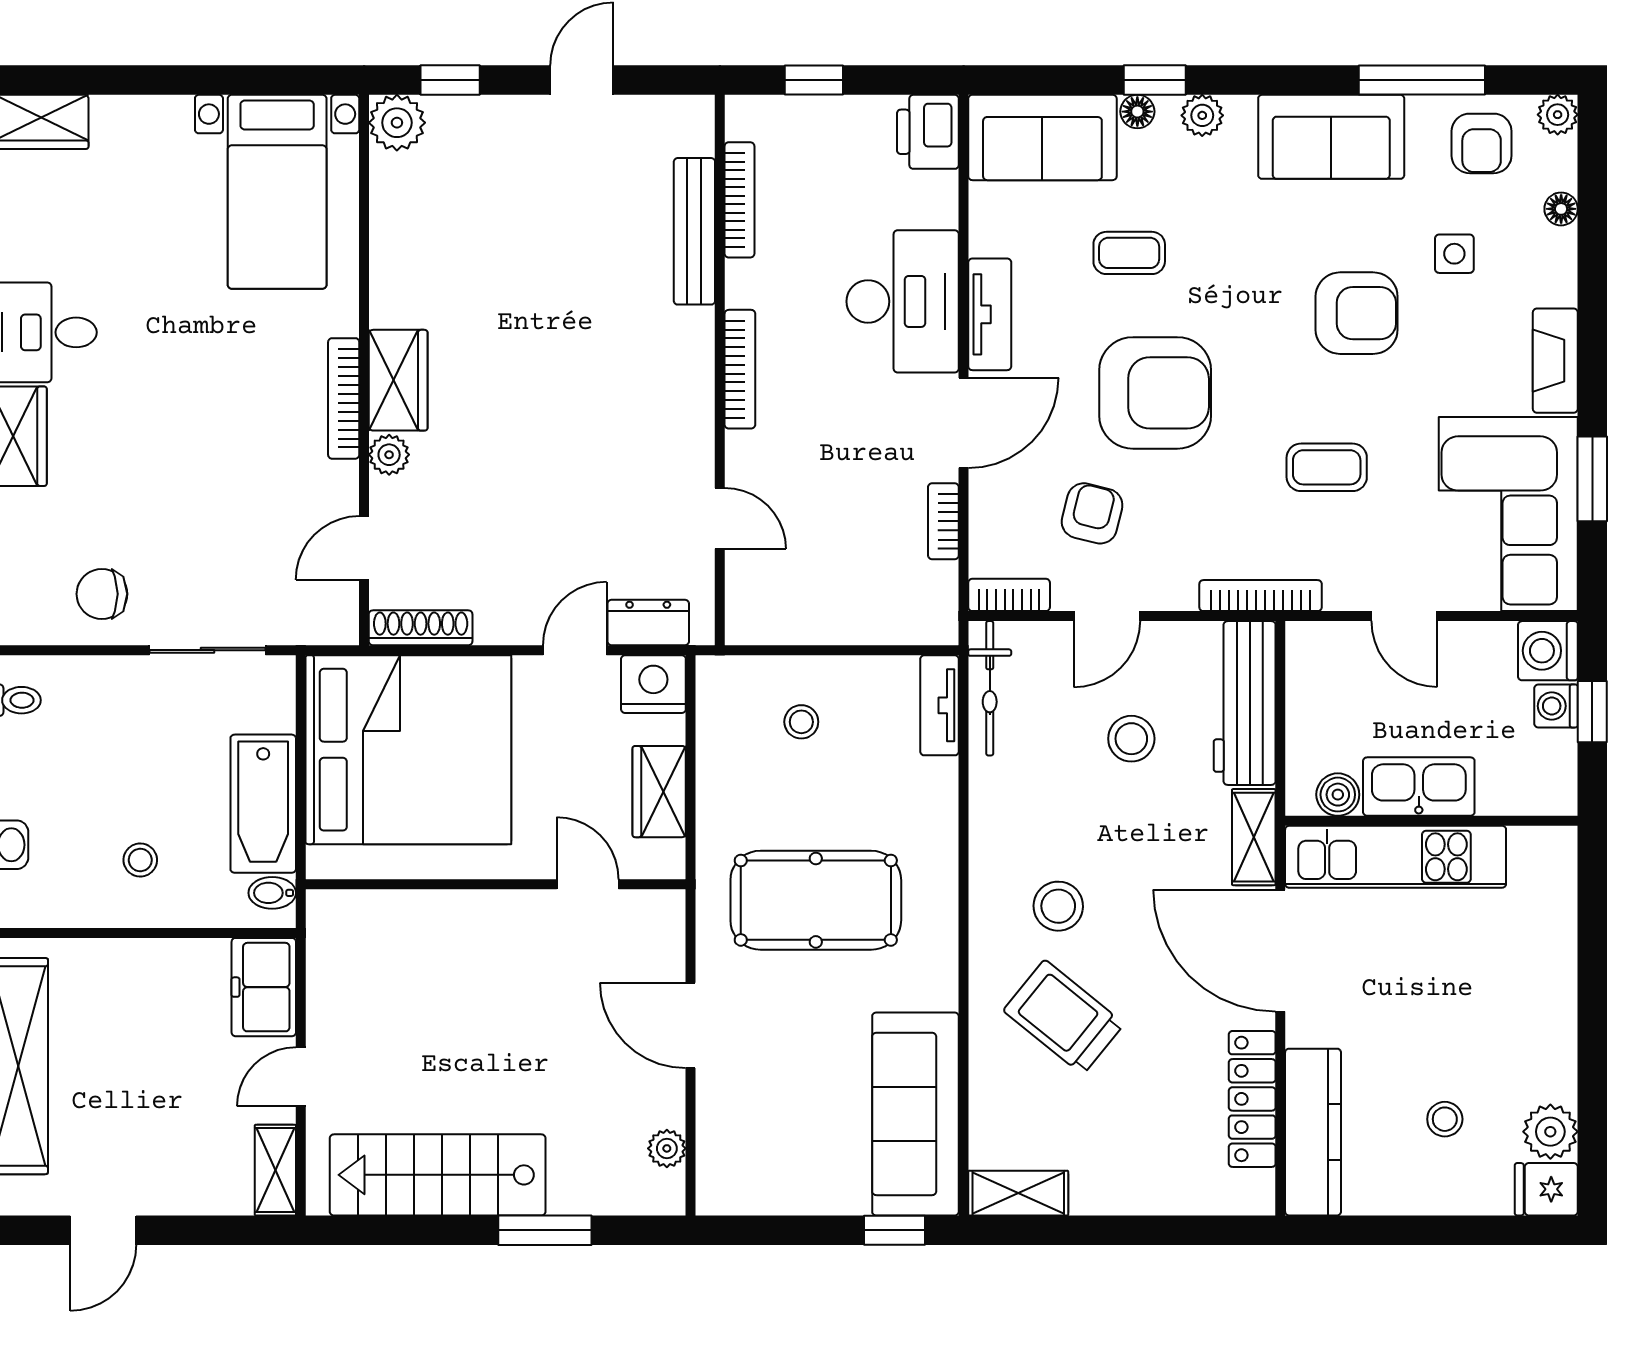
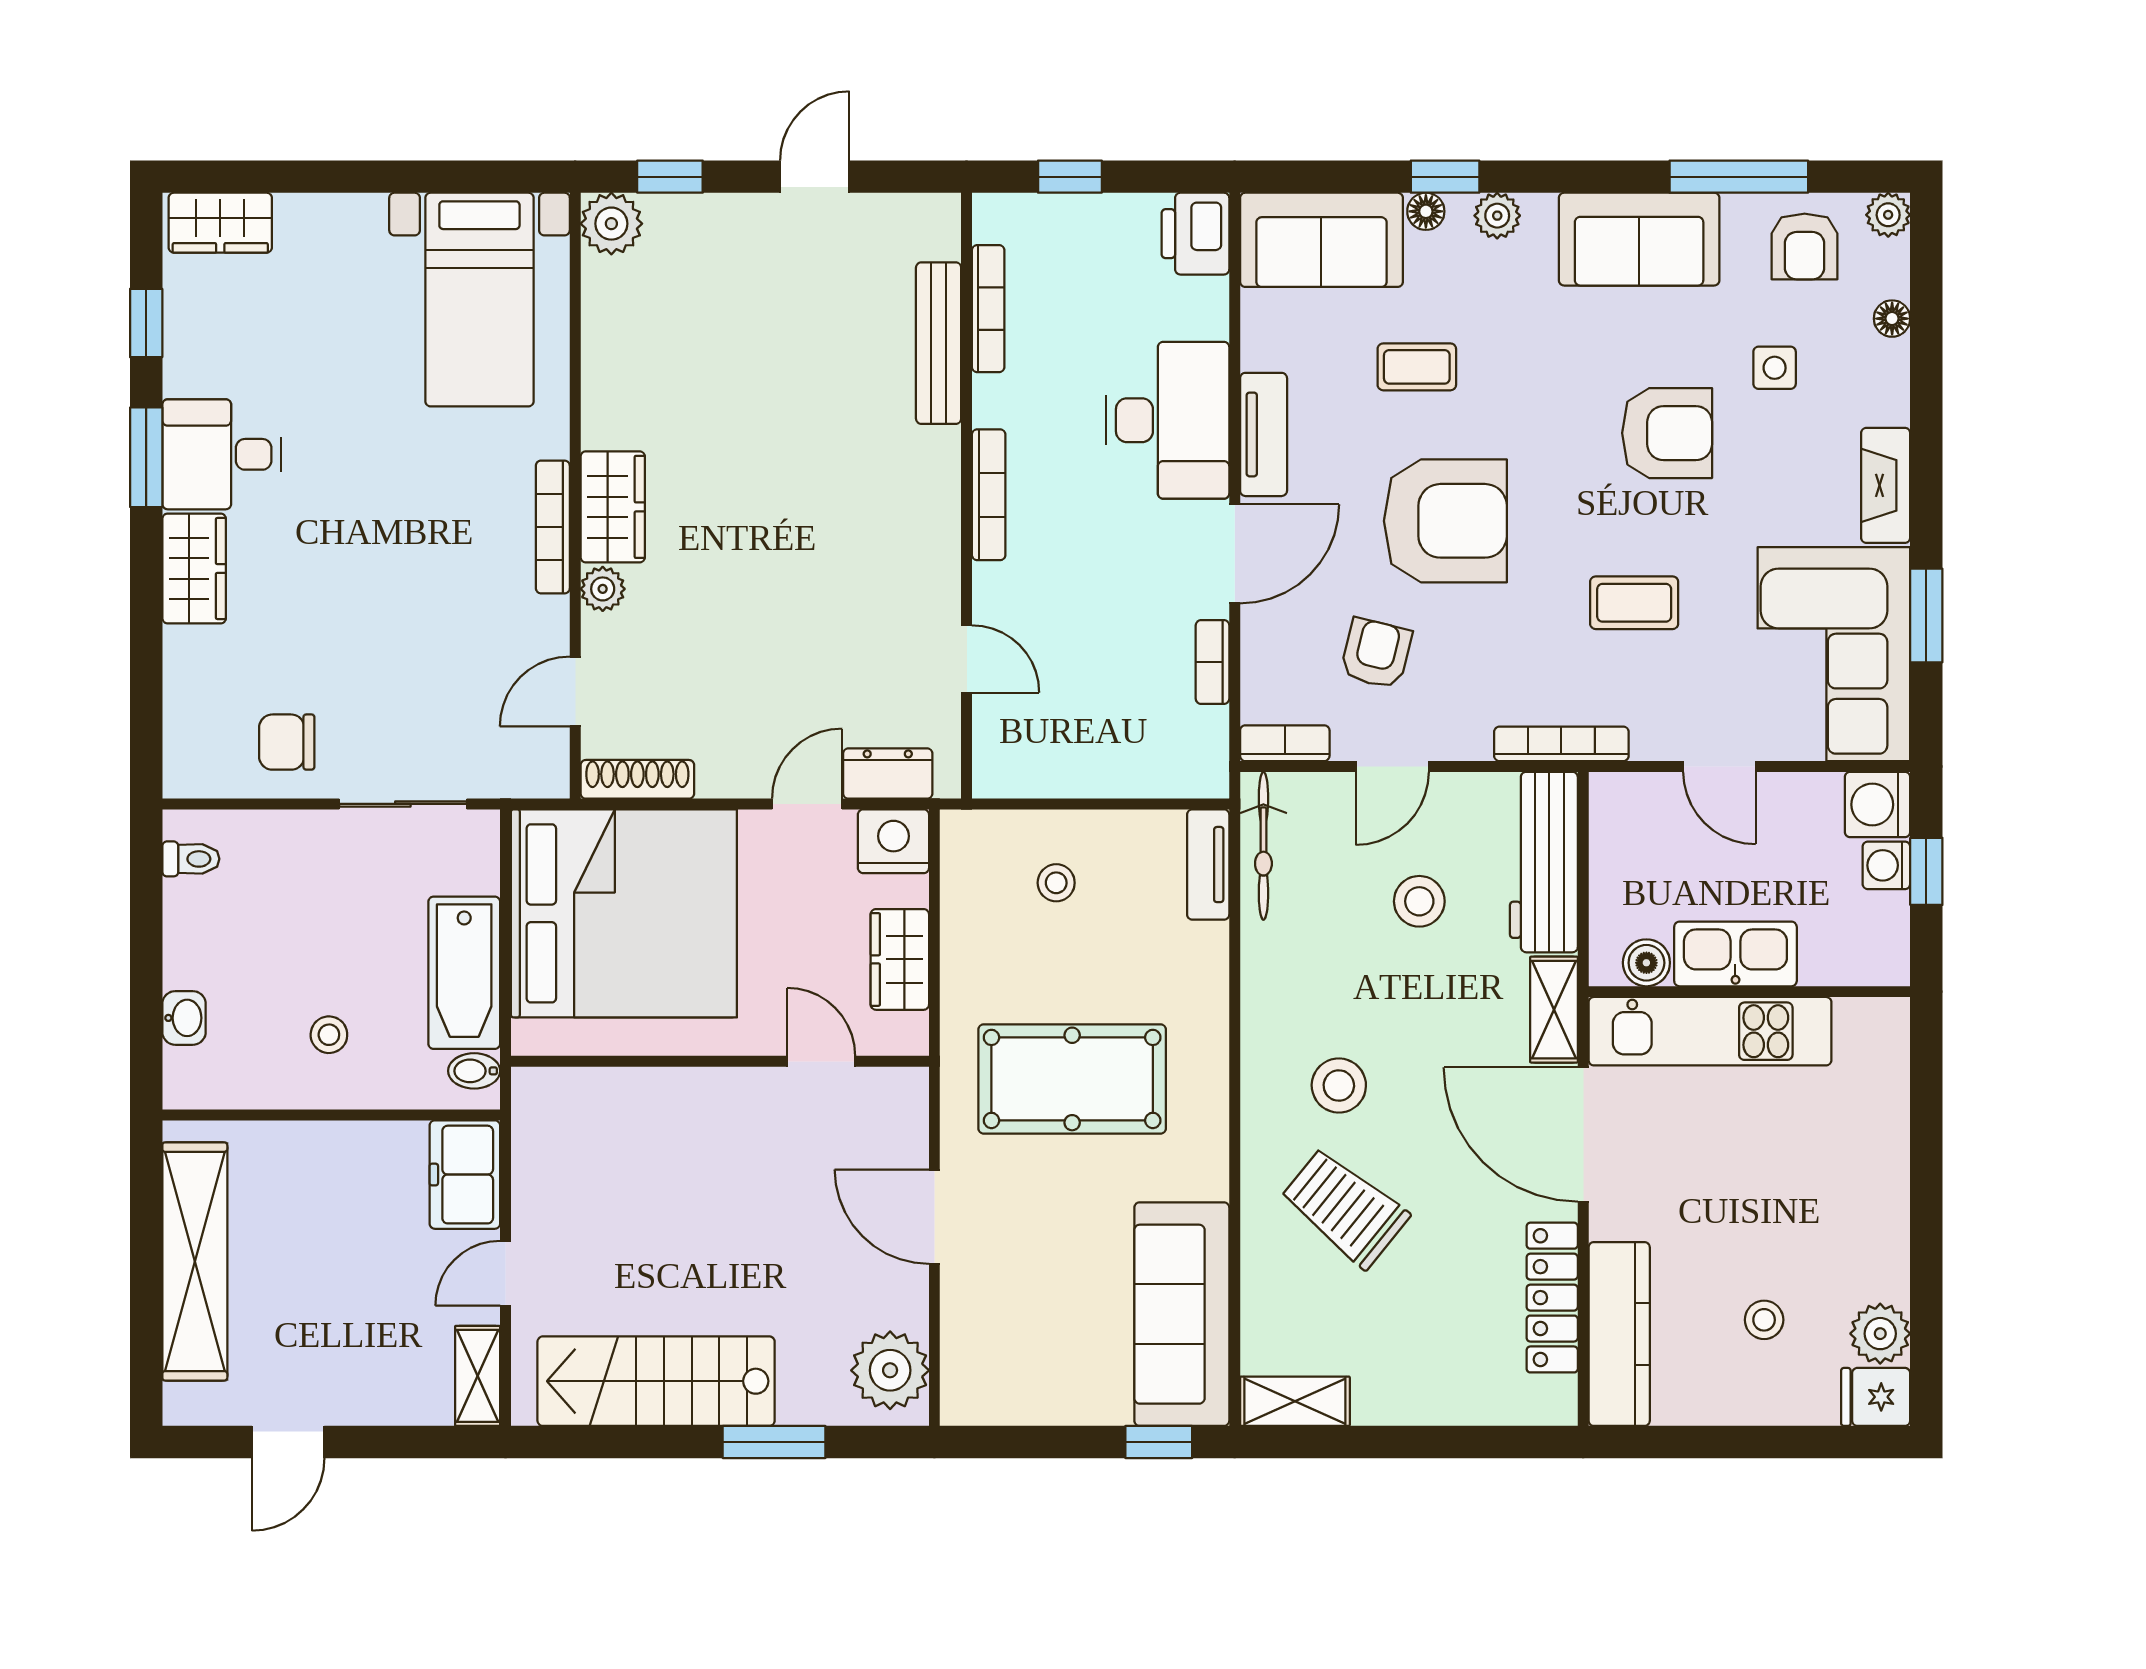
plant: (667, 1148) -> (890, 1370), width x1.88, depth x1.88

